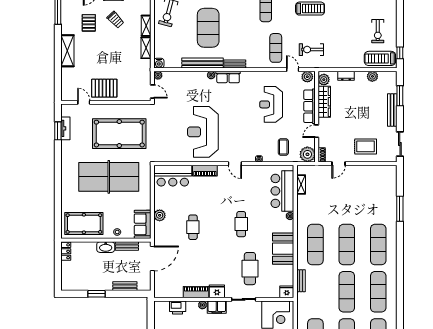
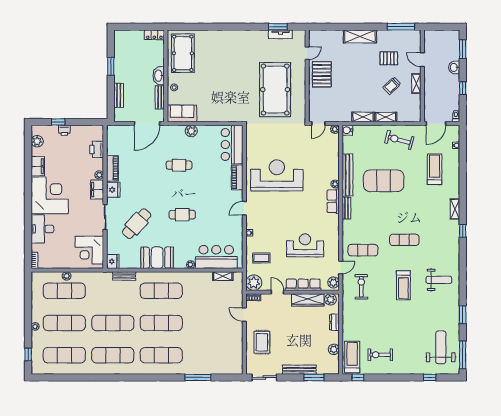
table tennis table: (109, 177) -> (231, 79), removed
door: (152, 258) -> (147, 124), hinge flipped
cafe table: (250, 269) -> (137, 224), turned -48

